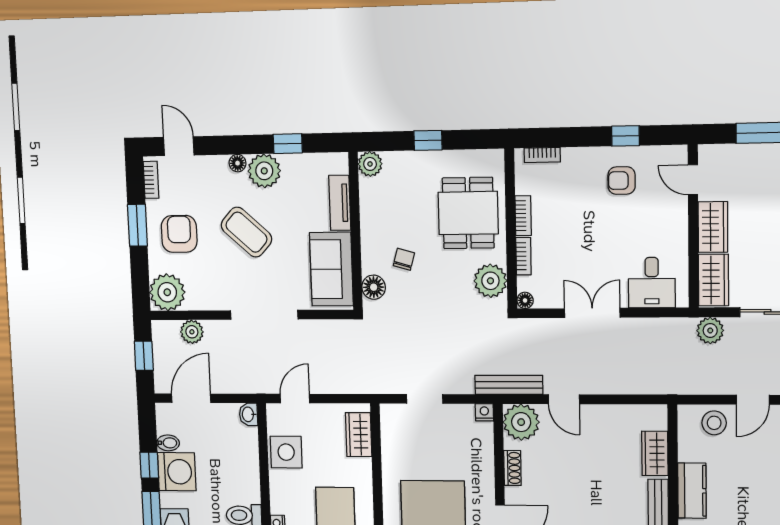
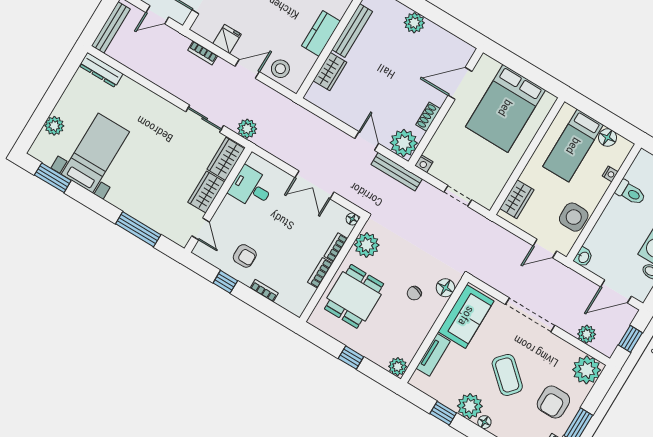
bookcase: (542, 155) -> (264, 291), moved
desk: (652, 283) -> (251, 188), moved, turned -90

